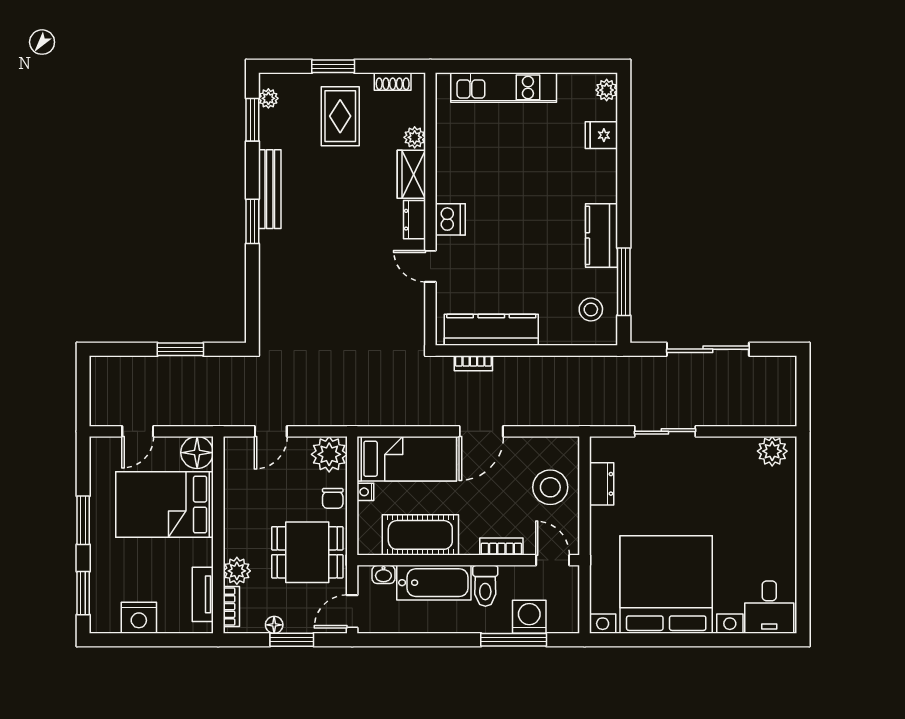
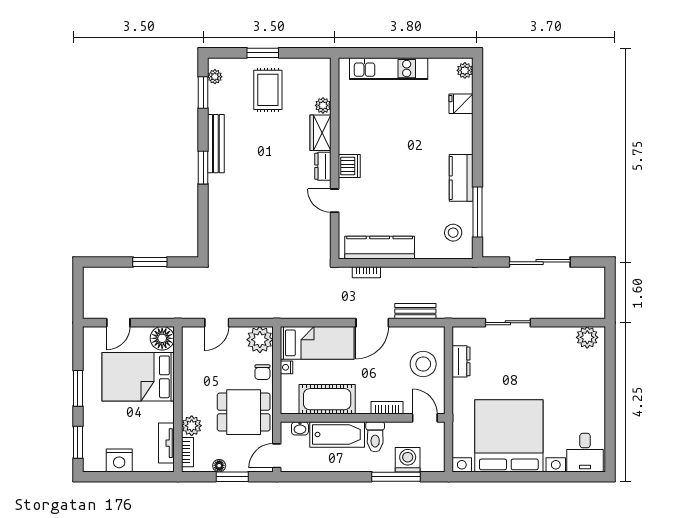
shoe rack: (393, 82) -> (307, 64), removed
bench: (540, 416) -> (415, 311), added

